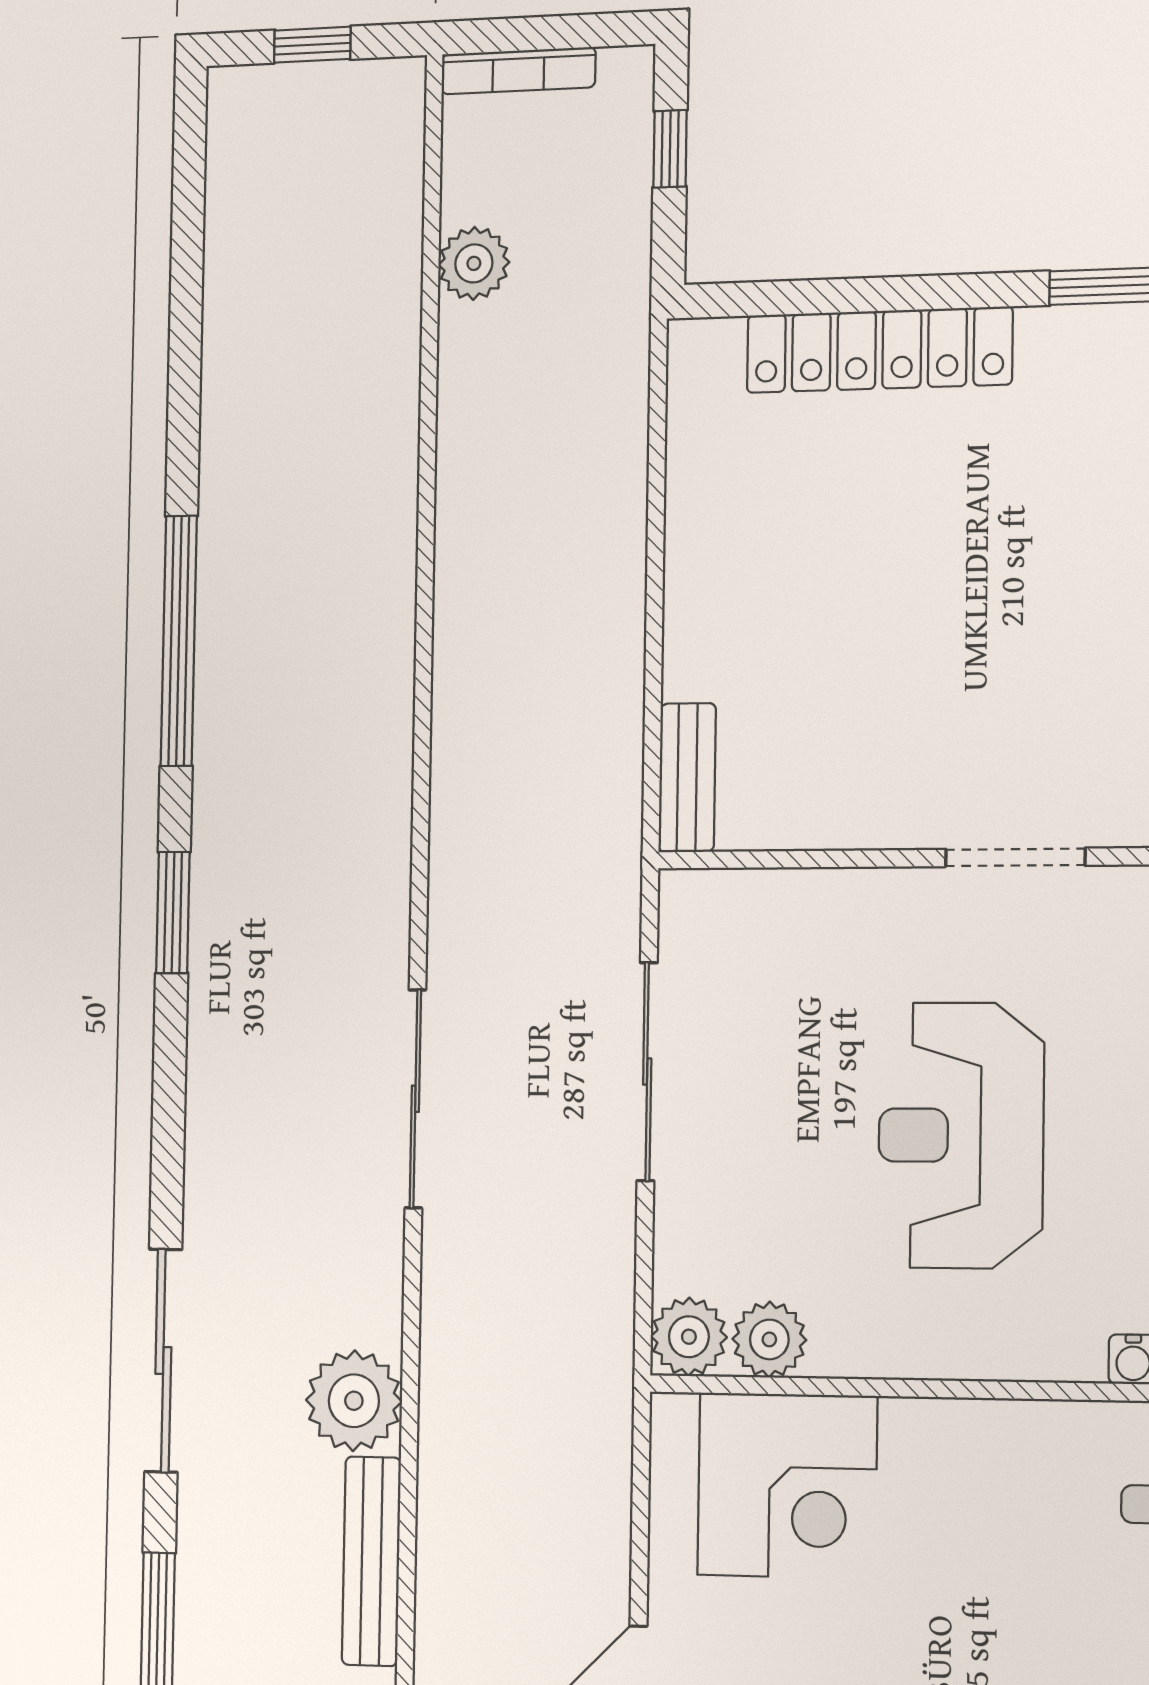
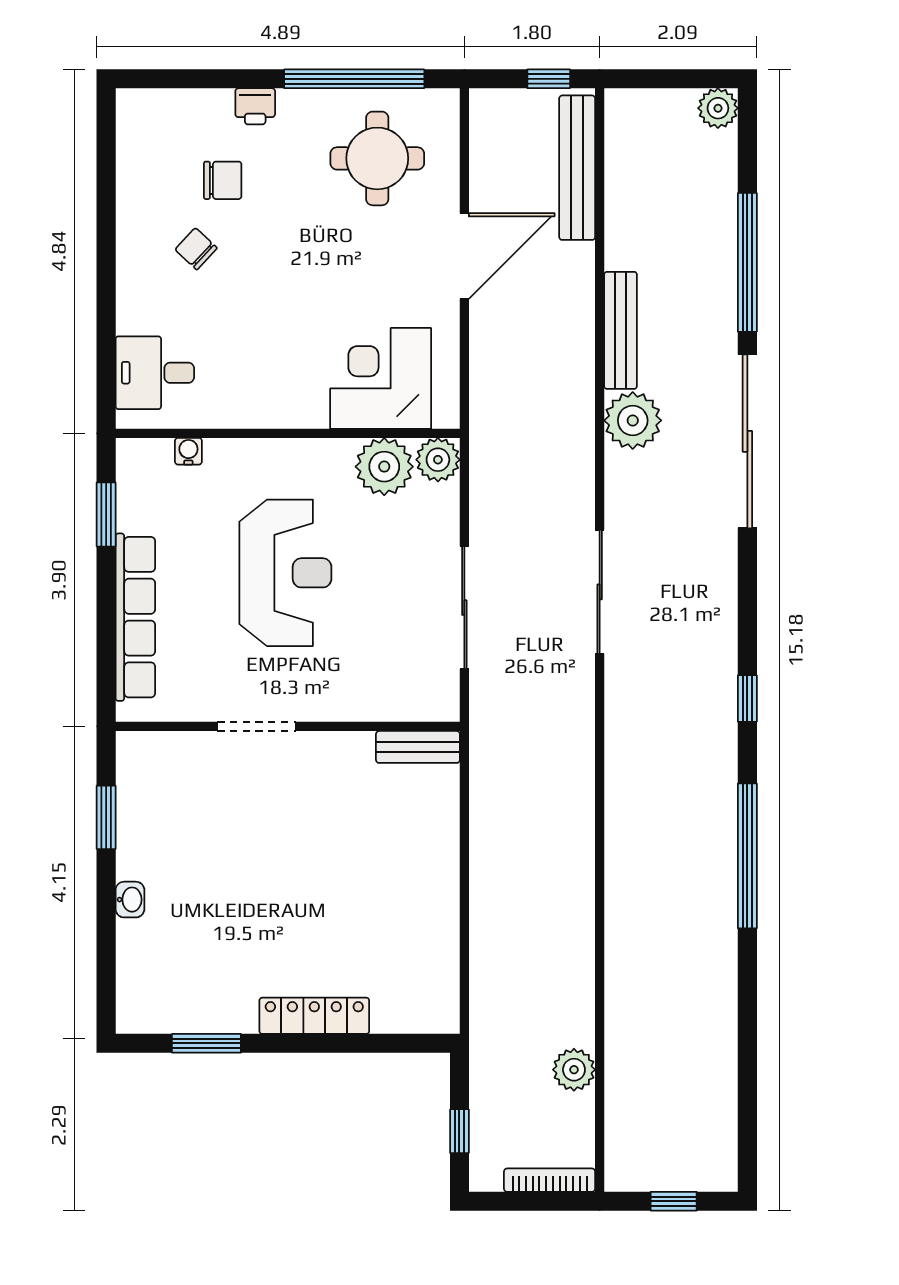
locker: (879, 350) -> (314, 1016), width x0.71, depth x0.83
bench: (687, 778) -> (418, 747), moved, turned 90
window: (173, 912) -> (747, 699), width x0.67
plant: (769, 1339) -> (384, 467), width x1.36, depth x1.36
sliding door: (163, 1360) -> (747, 441), width x1.36

